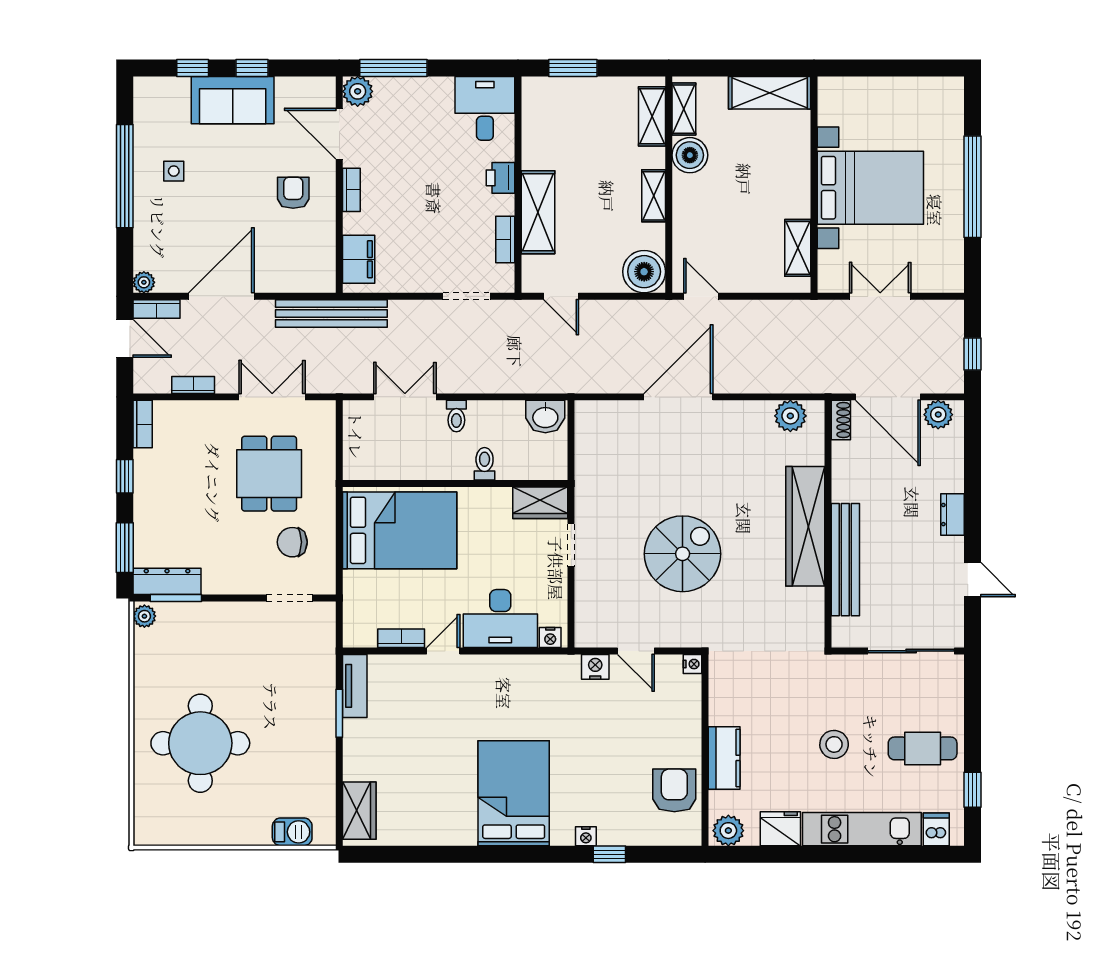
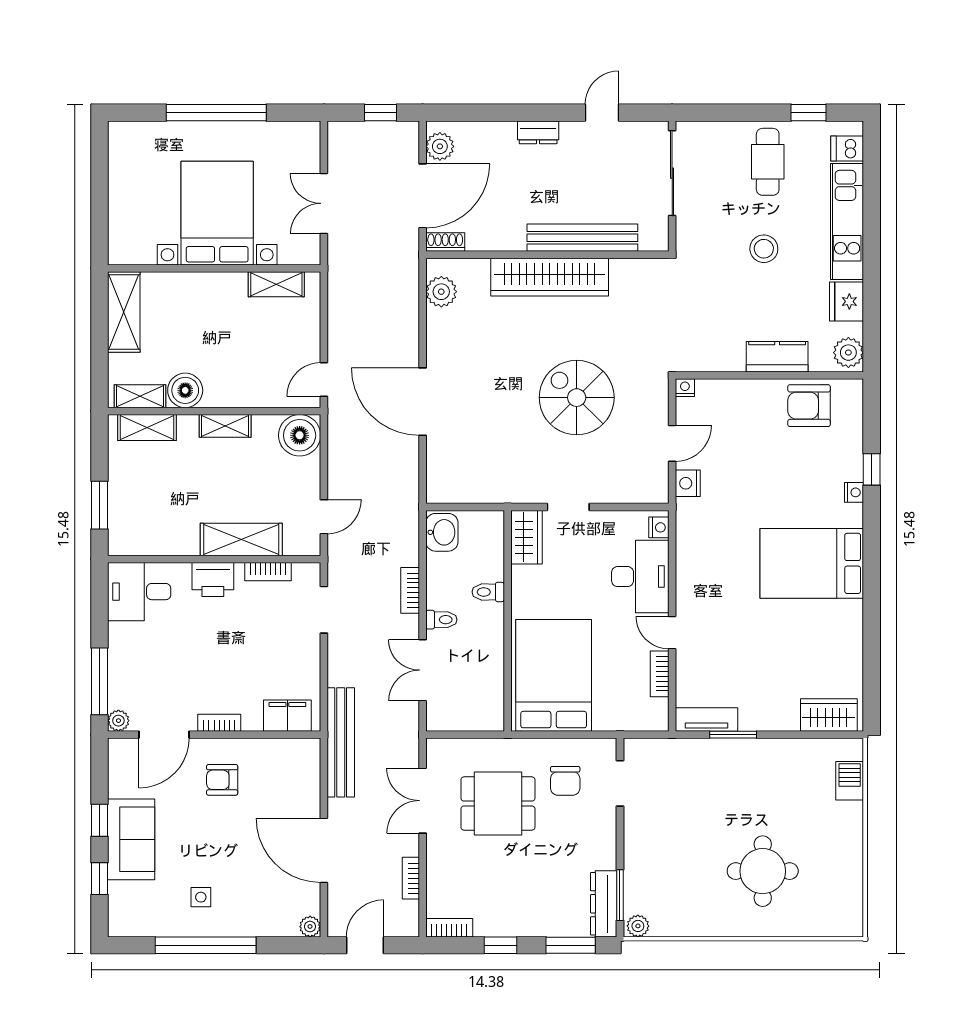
plant: (358, 91) -> (118, 721), width x0.73, depth x0.73
printer: (501, 178) -> (213, 580), width x1.36, depth x1.24
bookcase: (157, 309) -> (410, 590), moved, turned 180
round table: (200, 743) -> (763, 871), width x0.73, depth x0.73

